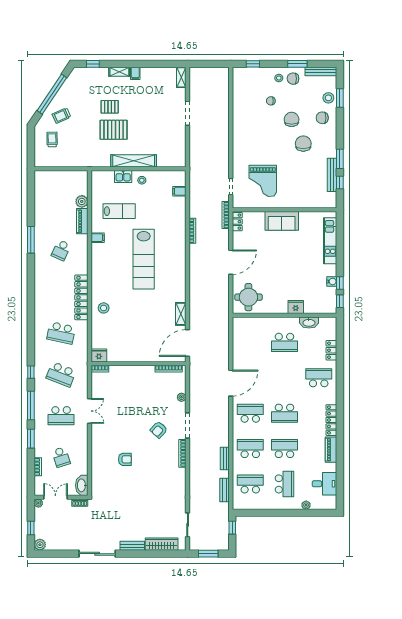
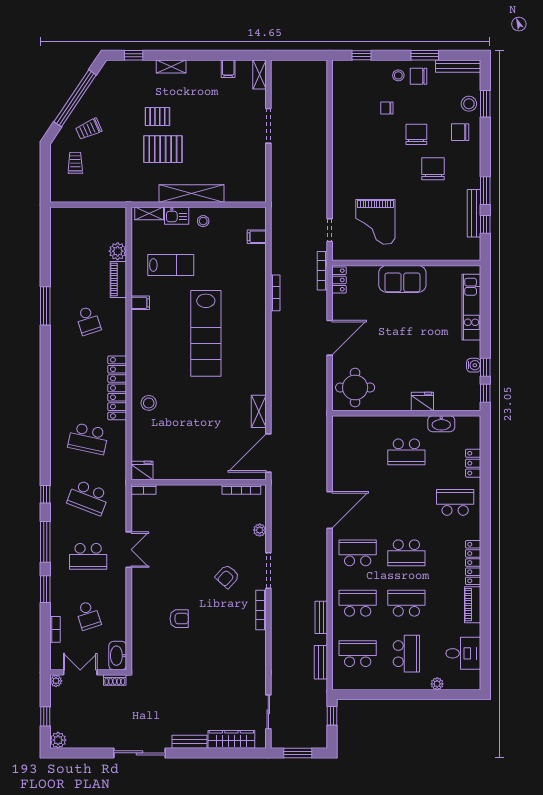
filing cabinet: (135, 73) -> (228, 69), moved
shelving: (104, 175) -> (149, 213), added
school desk: (61, 250) -> (88, 321), turned -42

